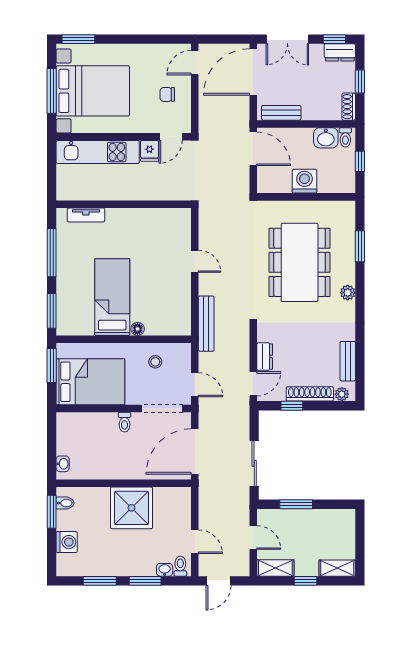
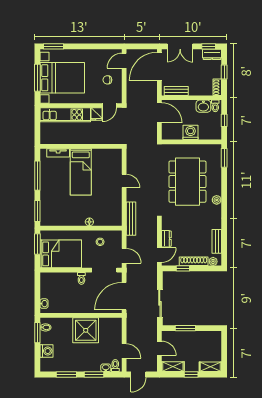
window: (360, 246) -> (224, 158), moved
bed: (112, 297) -> (81, 172), moved, turned 180

